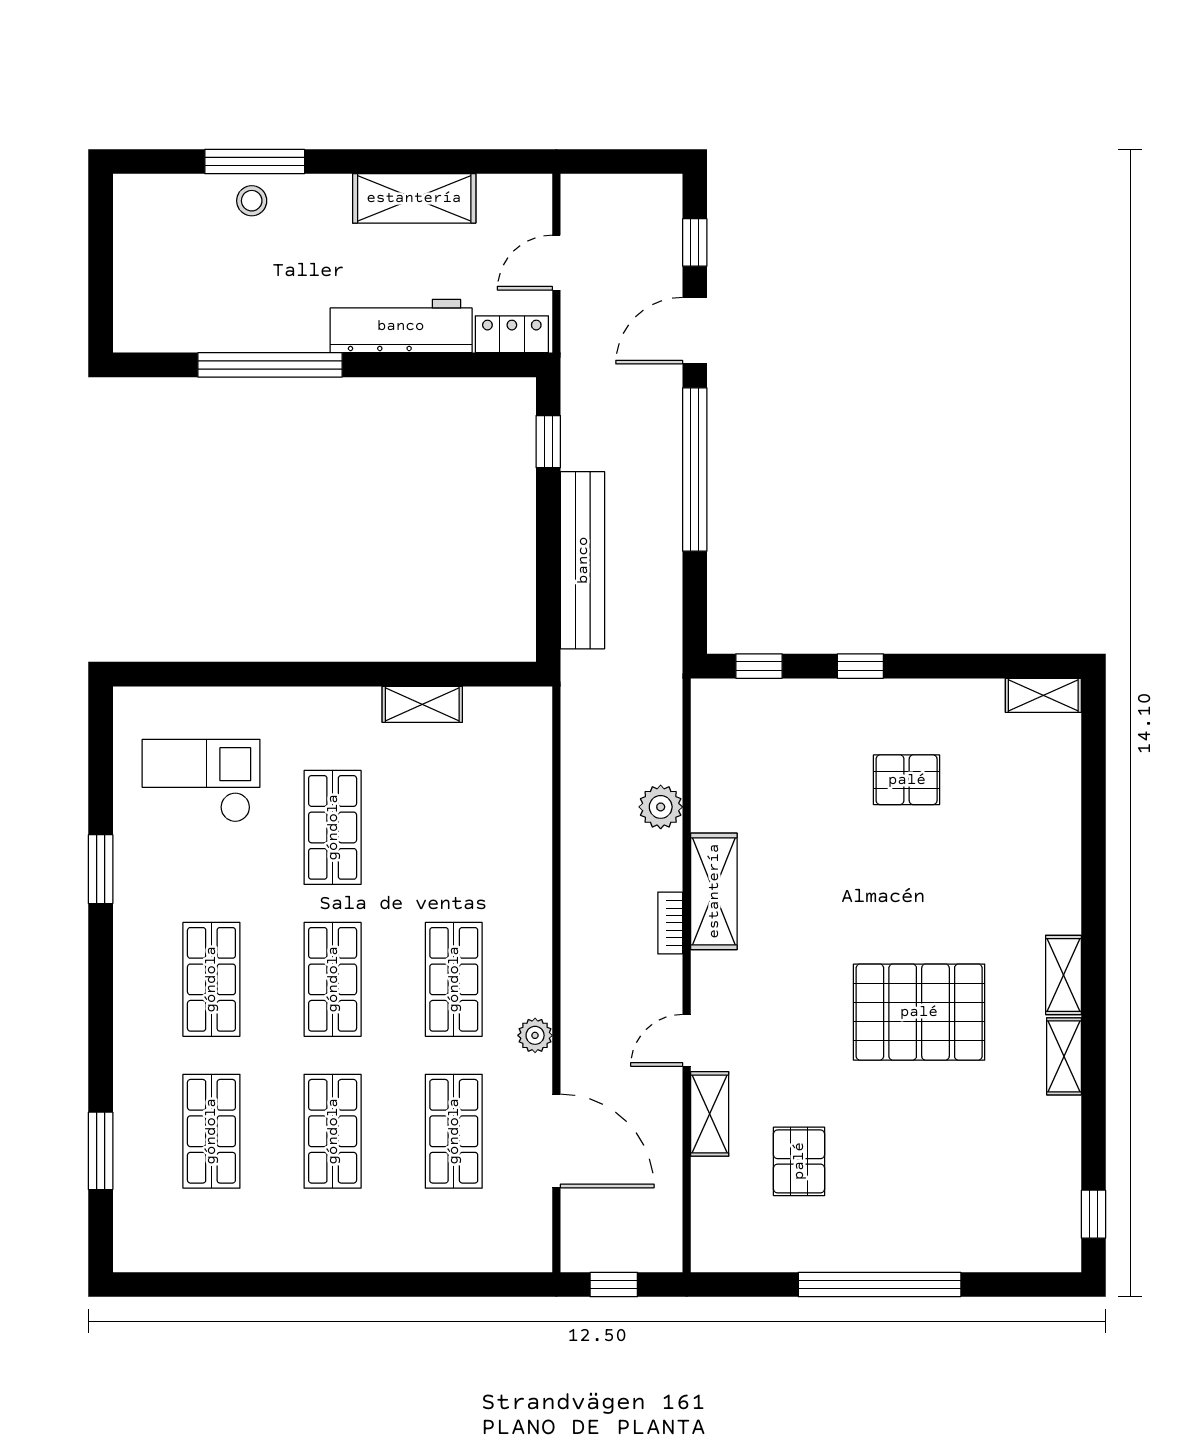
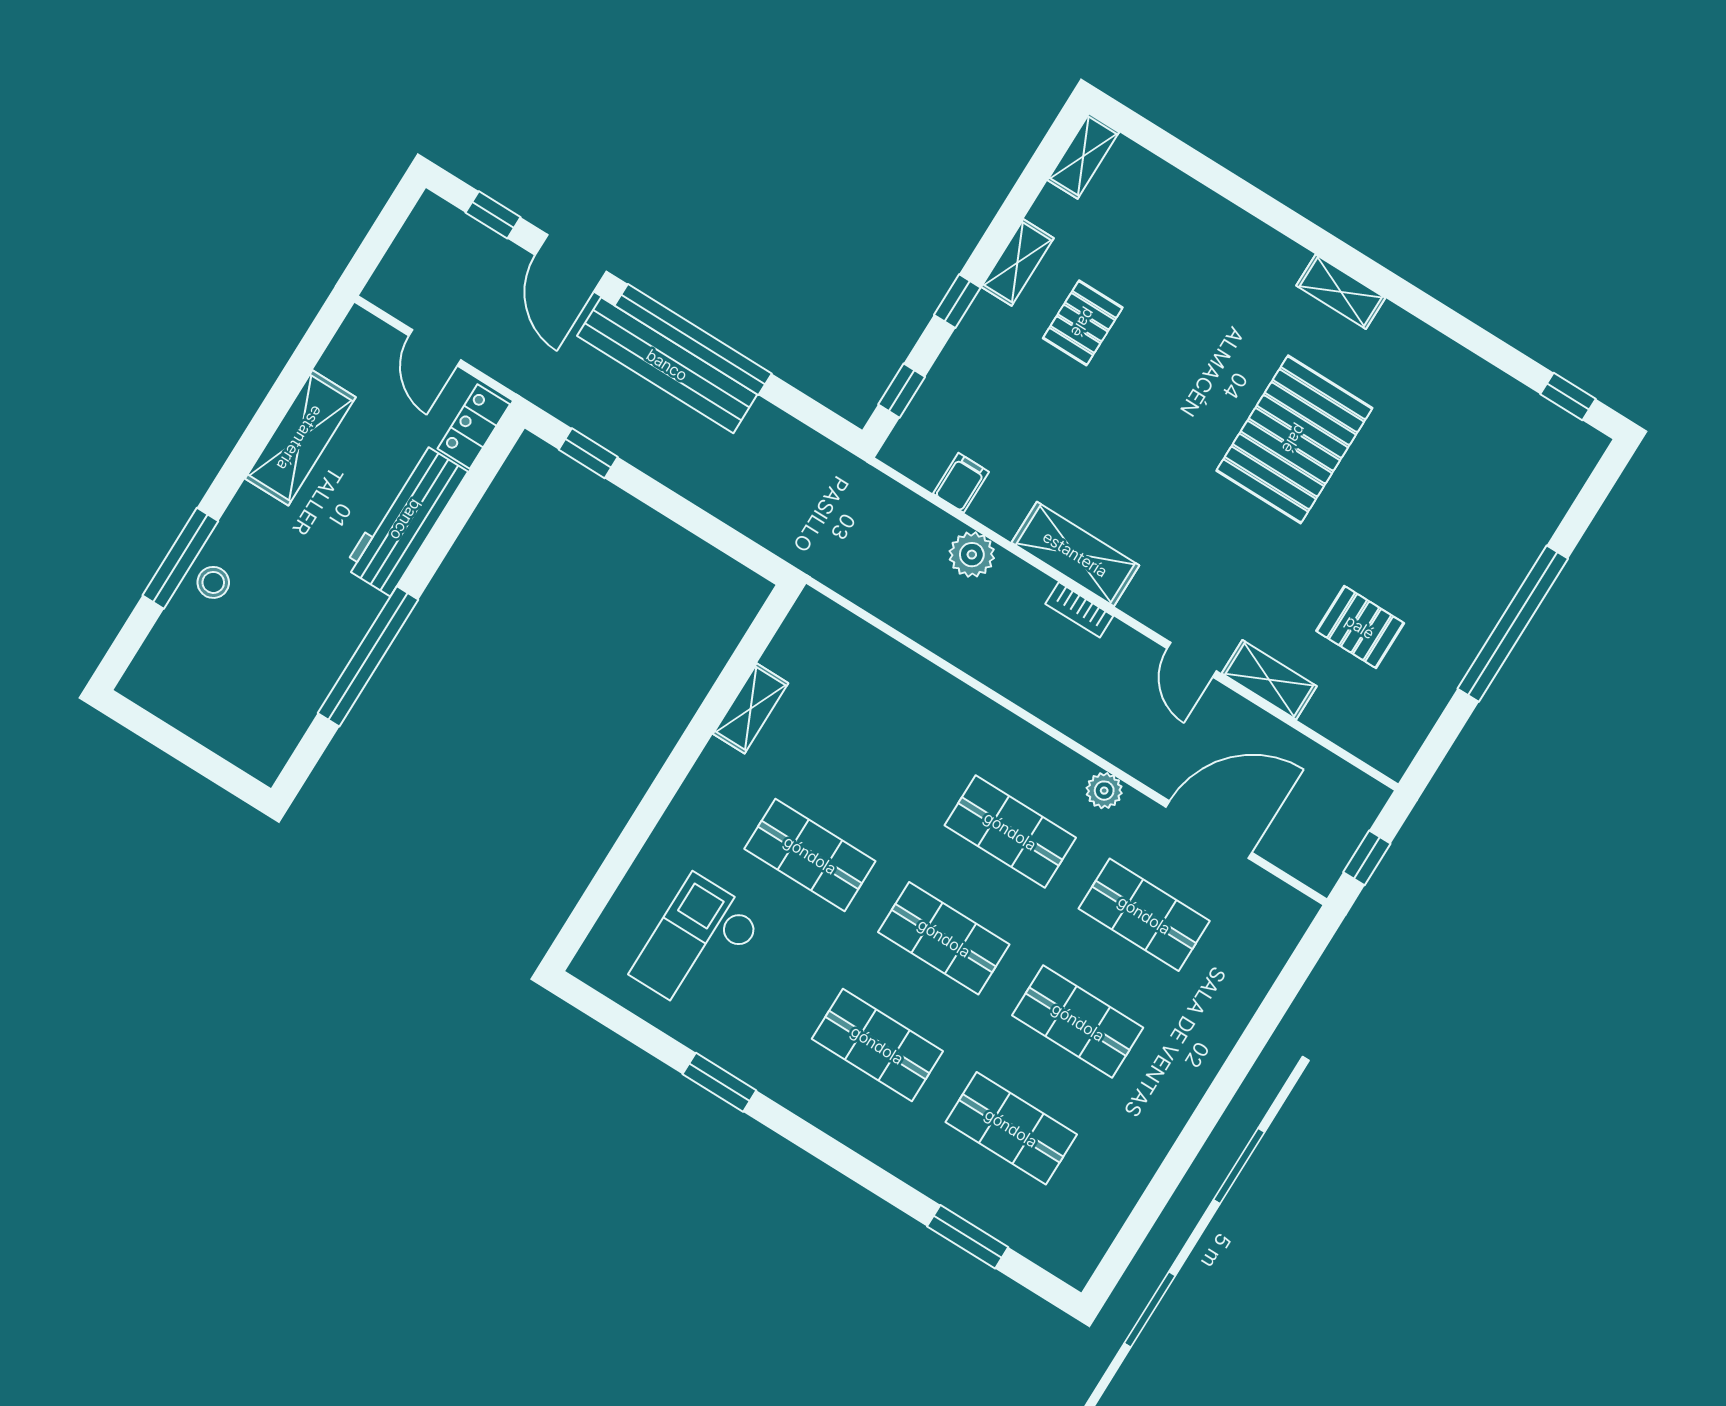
bench: (583, 560) -> (667, 365), moved
filing cabinet: (714, 762) -> (961, 483), added
shelving: (1064, 1056) -> (1017, 262), moved, turned 90

